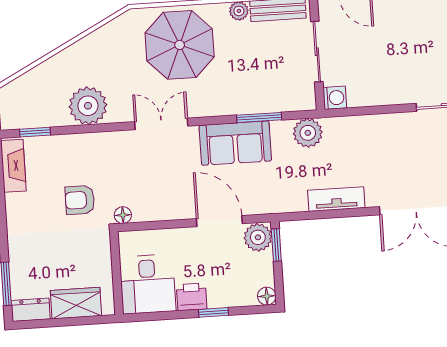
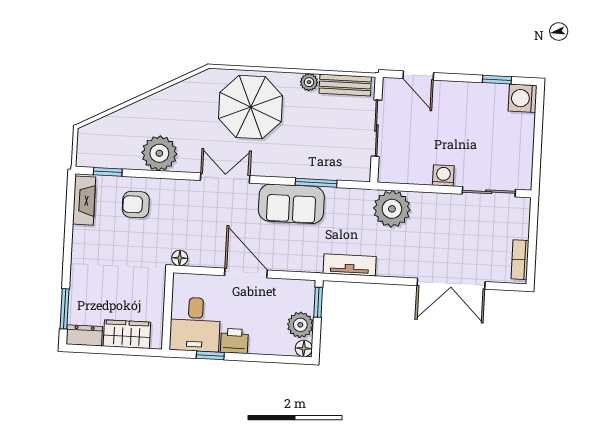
washing machine: (335, 98) -> (443, 176), moved, turned -90
plant: (308, 133) -> (392, 209), moved, width x1.36, depth x1.36
tv unit: (336, 199) -> (350, 265), moved
armchair: (80, 200) -> (136, 204), moved
door: (219, 221) -> (246, 273), moved
plant: (258, 237) -> (300, 325), moved
window: (213, 312) -> (210, 355), moved

